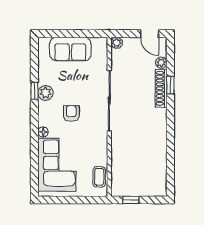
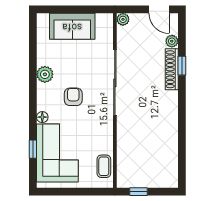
window: (34, 91) -> (33, 149), moved

